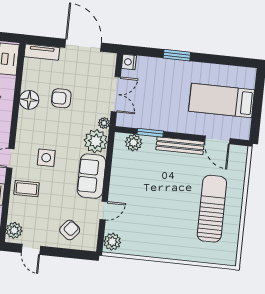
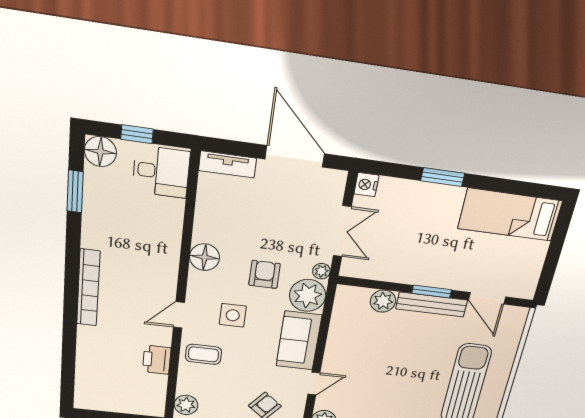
armchair: (61, 98) -> (265, 274), moved, turned 90
floor lamp: (29, 100) -> (205, 257), moved
bed: (222, 100) -> (510, 215), moved
window: (150, 133) -> (432, 291), moved
plant: (134, 143) -> (383, 301), moved

